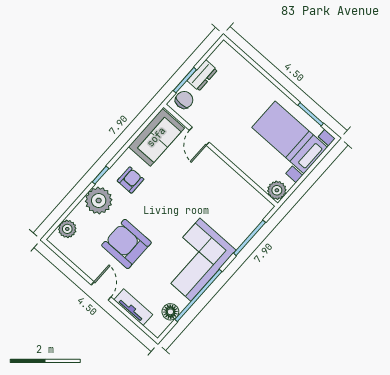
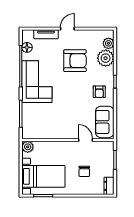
dresser: (202, 75) -> (109, 186), moved
chair: (184, 100) -> (84, 171), moved
plant: (99, 200) -> (106, 58), moved
door: (101, 291) -> (67, 29), swing flipped

